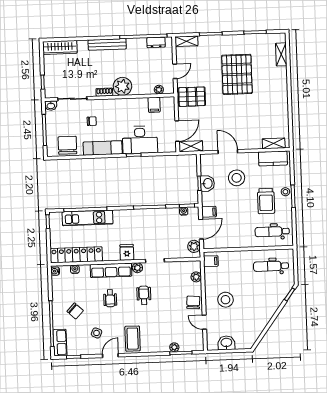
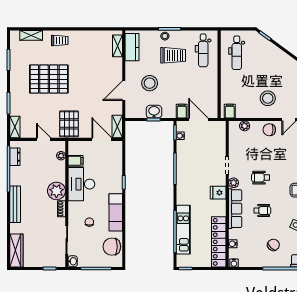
trolley: (277, 84) -> (60, 41), added
desk: (140, 140) -> (81, 184), moved, turned 180
plant: (194, 246) -> (215, 127), removed

